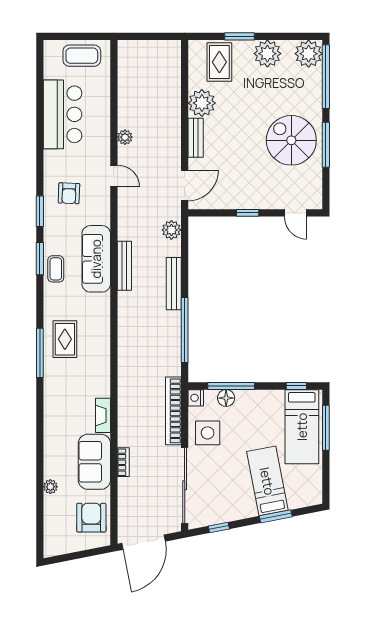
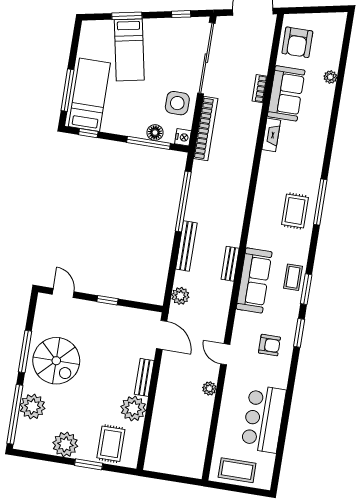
plant: (309, 54) -> (32, 407), moved
door: (185, 186) -> (162, 335), swing flipped
armchair: (69, 193) -> (269, 345), turned 88
bench: (124, 266) -> (230, 264), width x0.73

